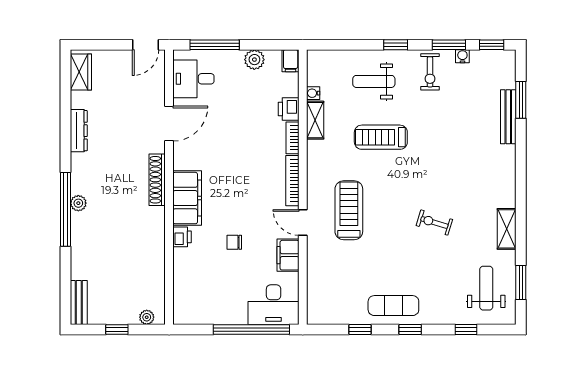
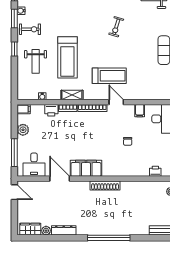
shelving: (315, 120) -> (72, 95), moved
treadmill: (381, 137) -> (67, 57), width x1.37, depth x1.38
shoe rack: (157, 180) -> (105, 185), moved
filing cabinet: (187, 198) -> (86, 168), moved
plant: (78, 203) -> (46, 231), moved
treadmill: (349, 210) -> (109, 76), turned 180
door: (303, 223) -> (116, 102), swing flipped
printer: (182, 237) -> (155, 171), moved
filing cabinet: (288, 255) -> (140, 111), width x0.50

